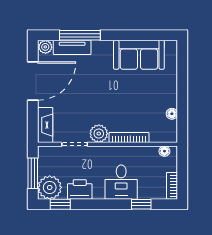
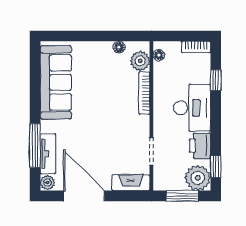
sofa: (139, 55) -> (56, 82), width x1.36
plant: (99, 134) -> (140, 61), moved
desk: (121, 182) -> (192, 108), width x1.37

